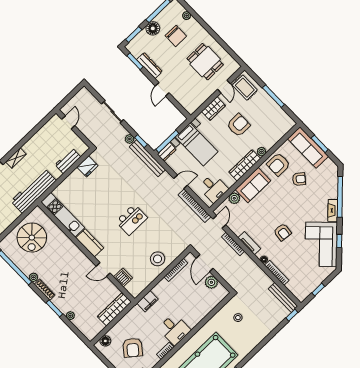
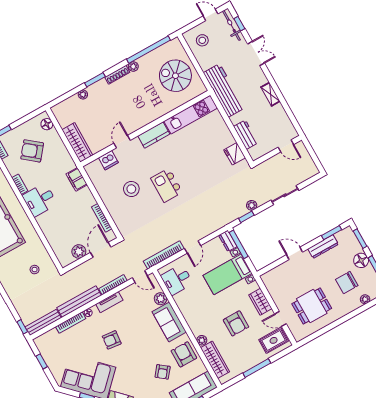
shelving: (16, 158) -> (270, 94), moved
bench: (147, 158) -> (79, 302), moved
wardrobe: (245, 165) -> (215, 360), moved
stool: (158, 259) -> (131, 189), moved
door: (205, 263) -> (101, 250), hinge flipped

